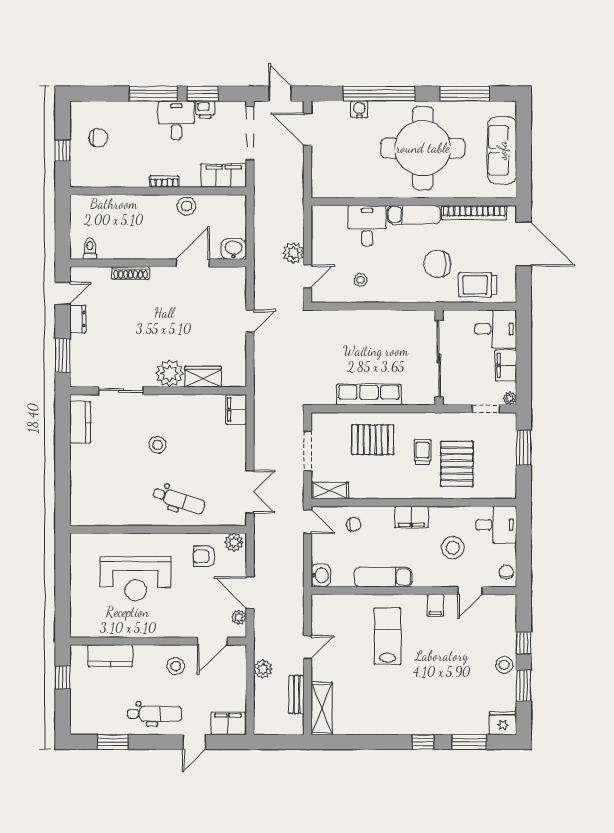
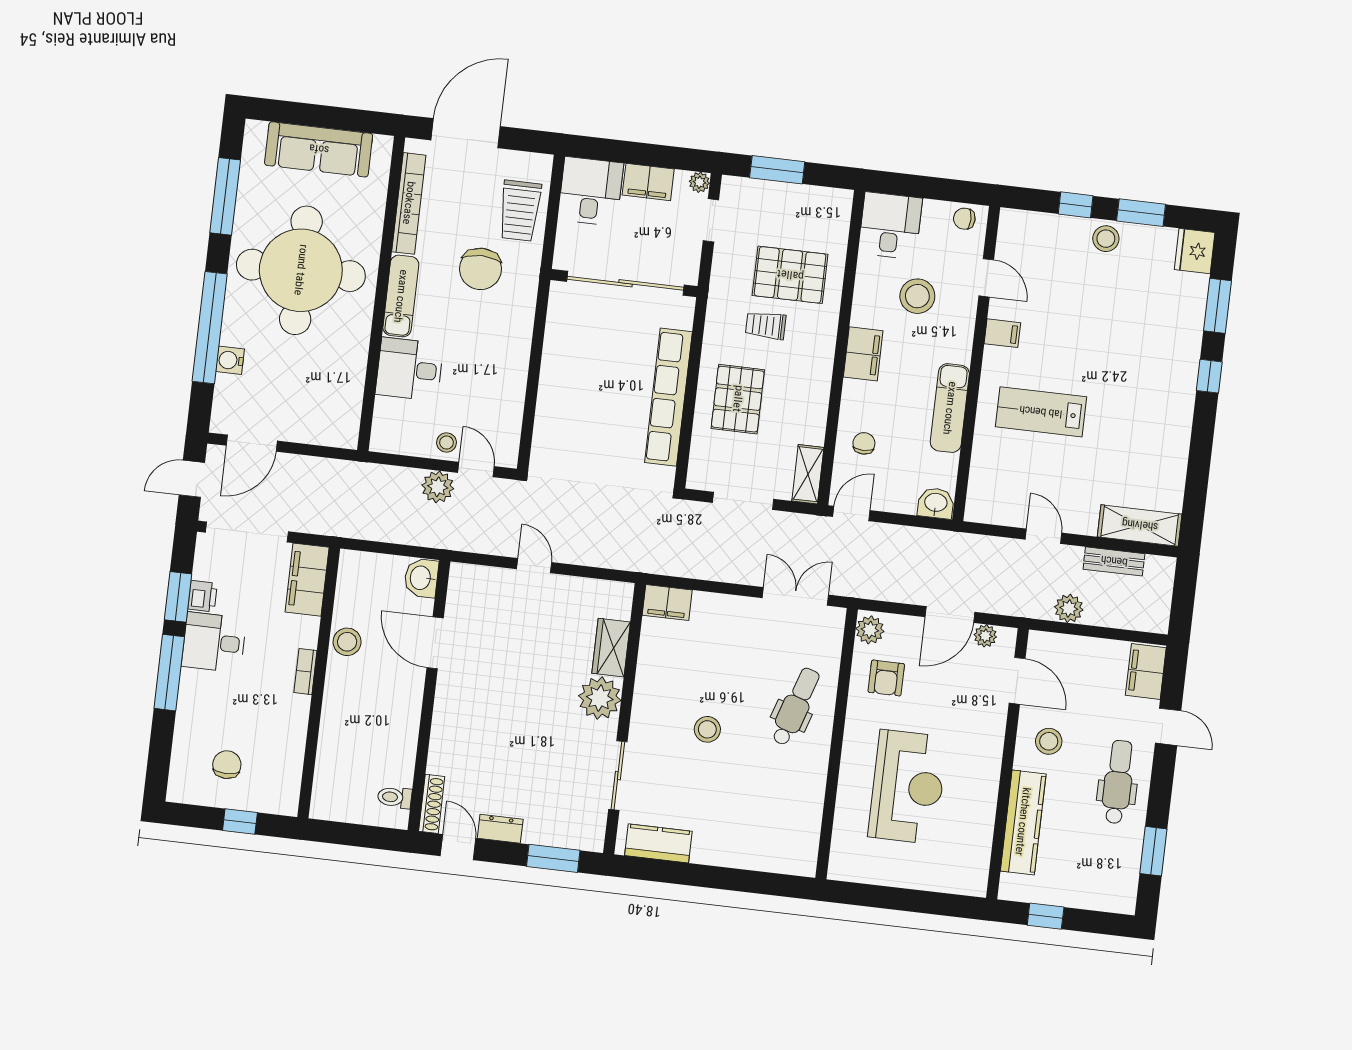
shoe rack: (131, 273) -> (432, 804), moved
stool: (360, 280) -> (447, 443), moved
row of seats: (369, 395) -> (668, 397), width x1.36
kitchen counter: (110, 656) -> (1023, 822), width x1.50

